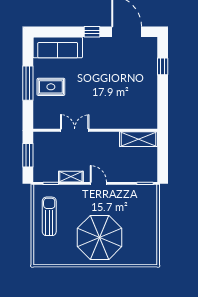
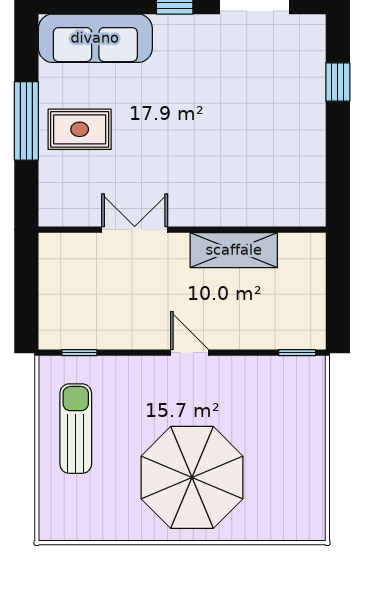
shelving: (139, 139) -> (234, 250), moved
window: (28, 155) -> (26, 287), removed
shelving: (71, 177) -> (126, 337), removed

